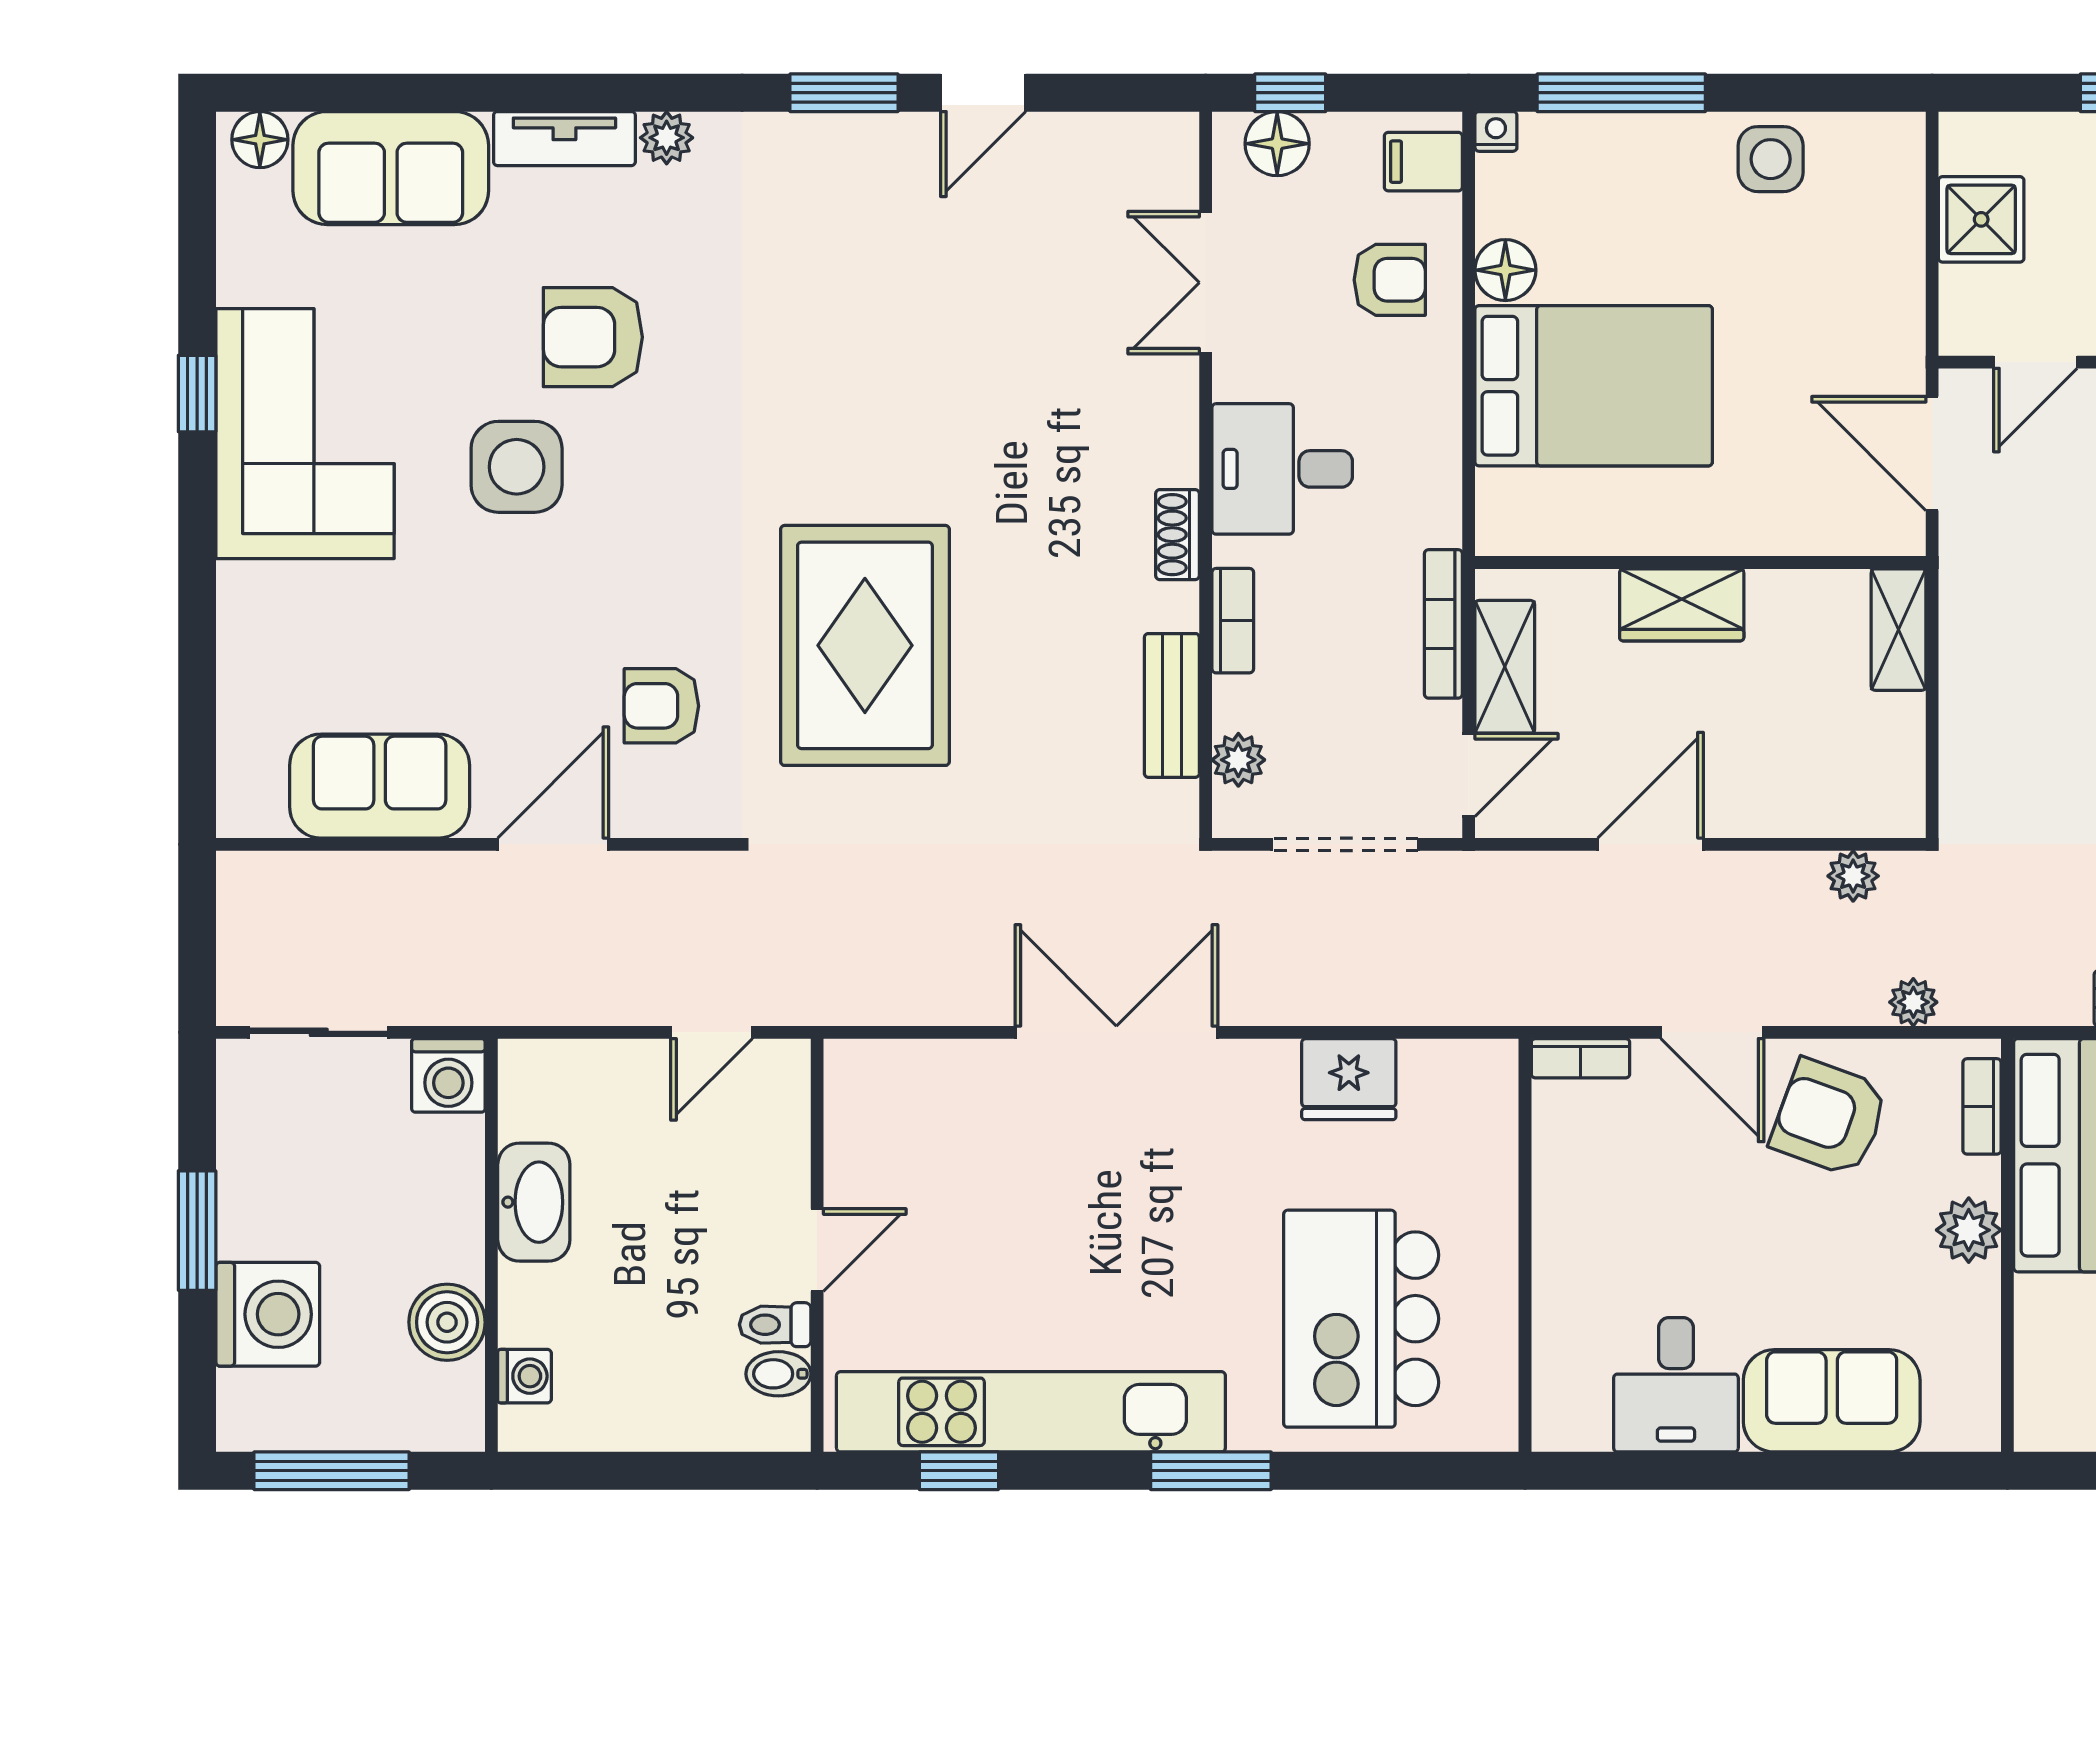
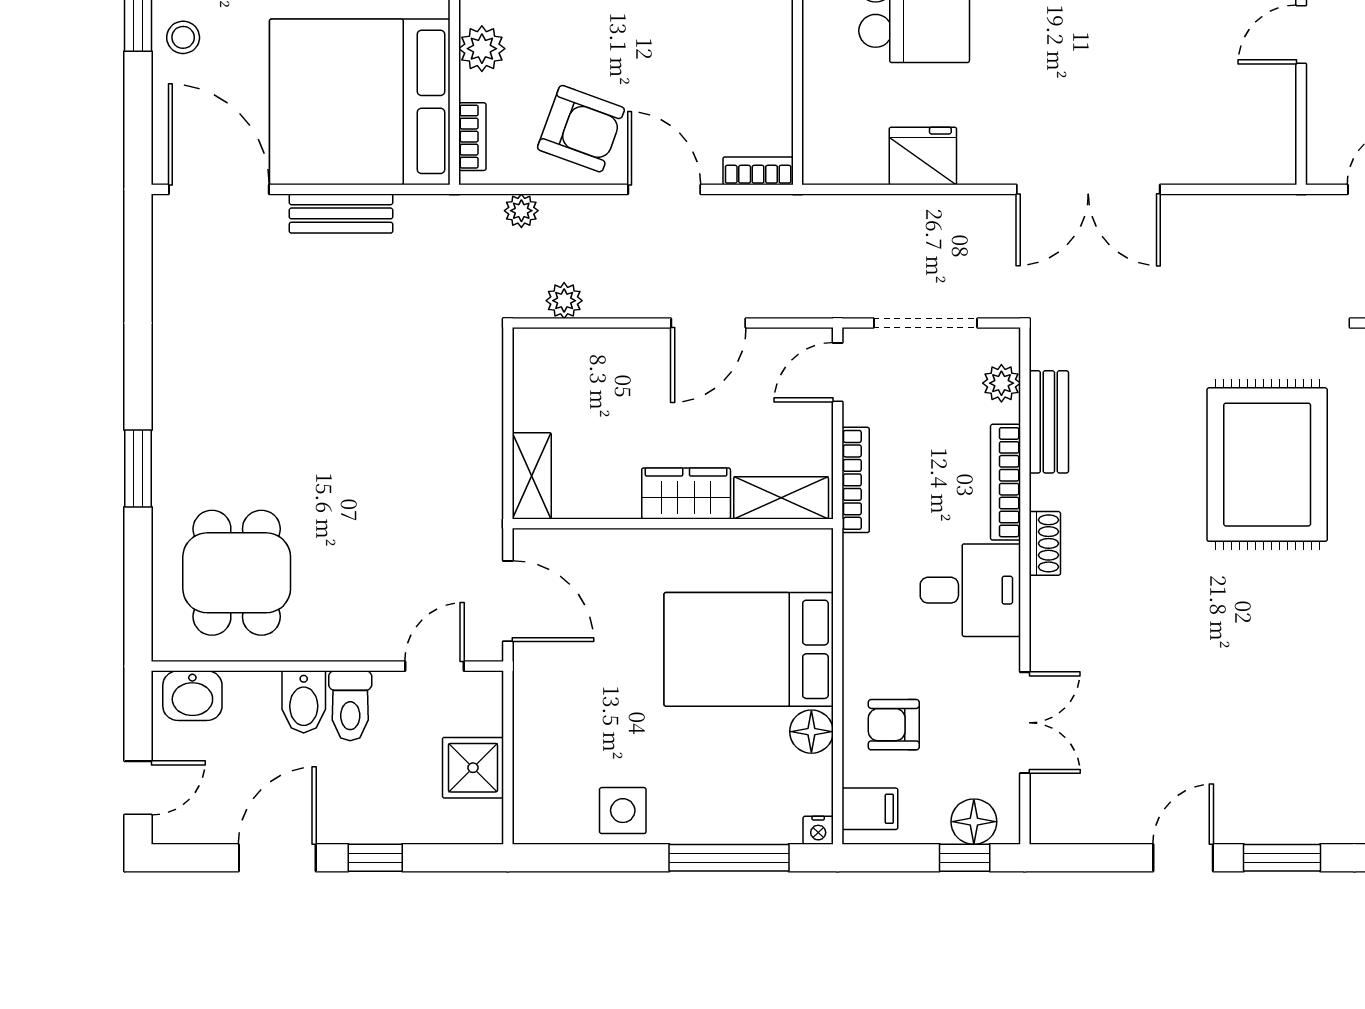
bookcase: (1233, 621) -> (1006, 482), width x1.56
shelving: (1505, 667) -> (781, 498), moved, turned 90

